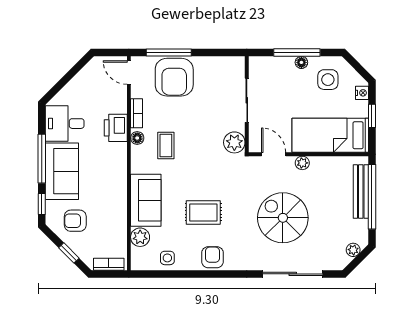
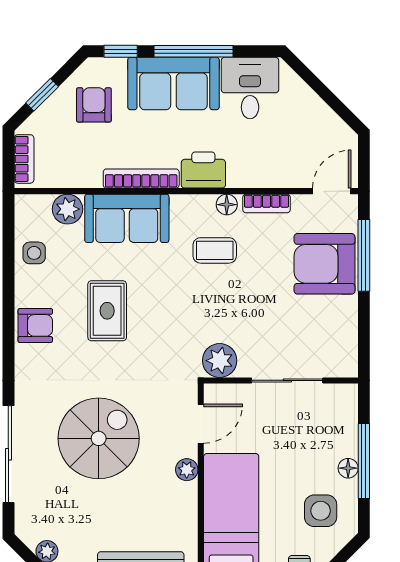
printer: (116, 128) -> (203, 170), moved
bookcase: (121, 191) -> (141, 179), added

